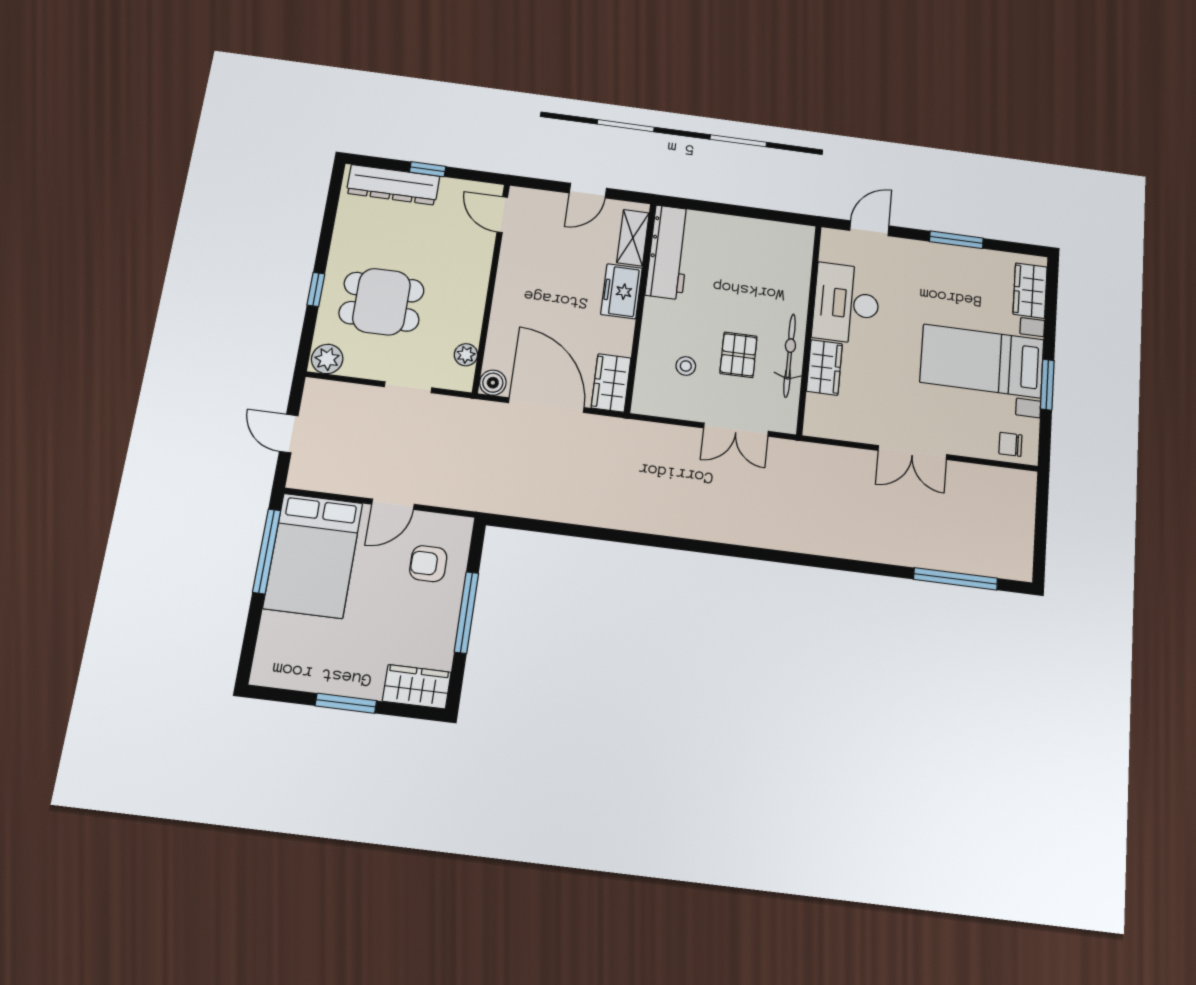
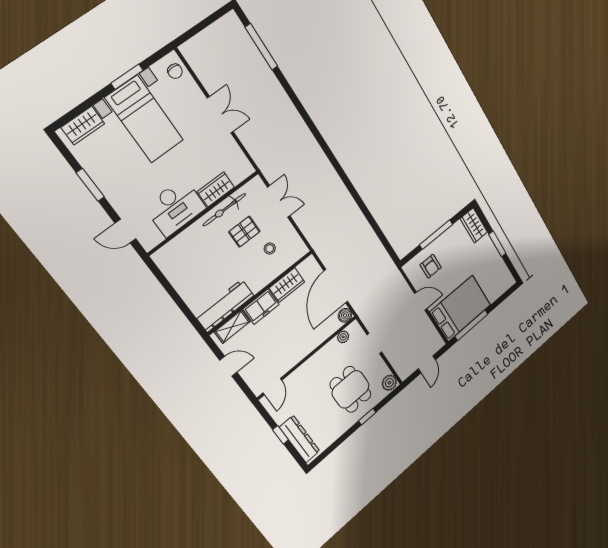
wardrobe: (611, 383) -> (287, 285), moved

